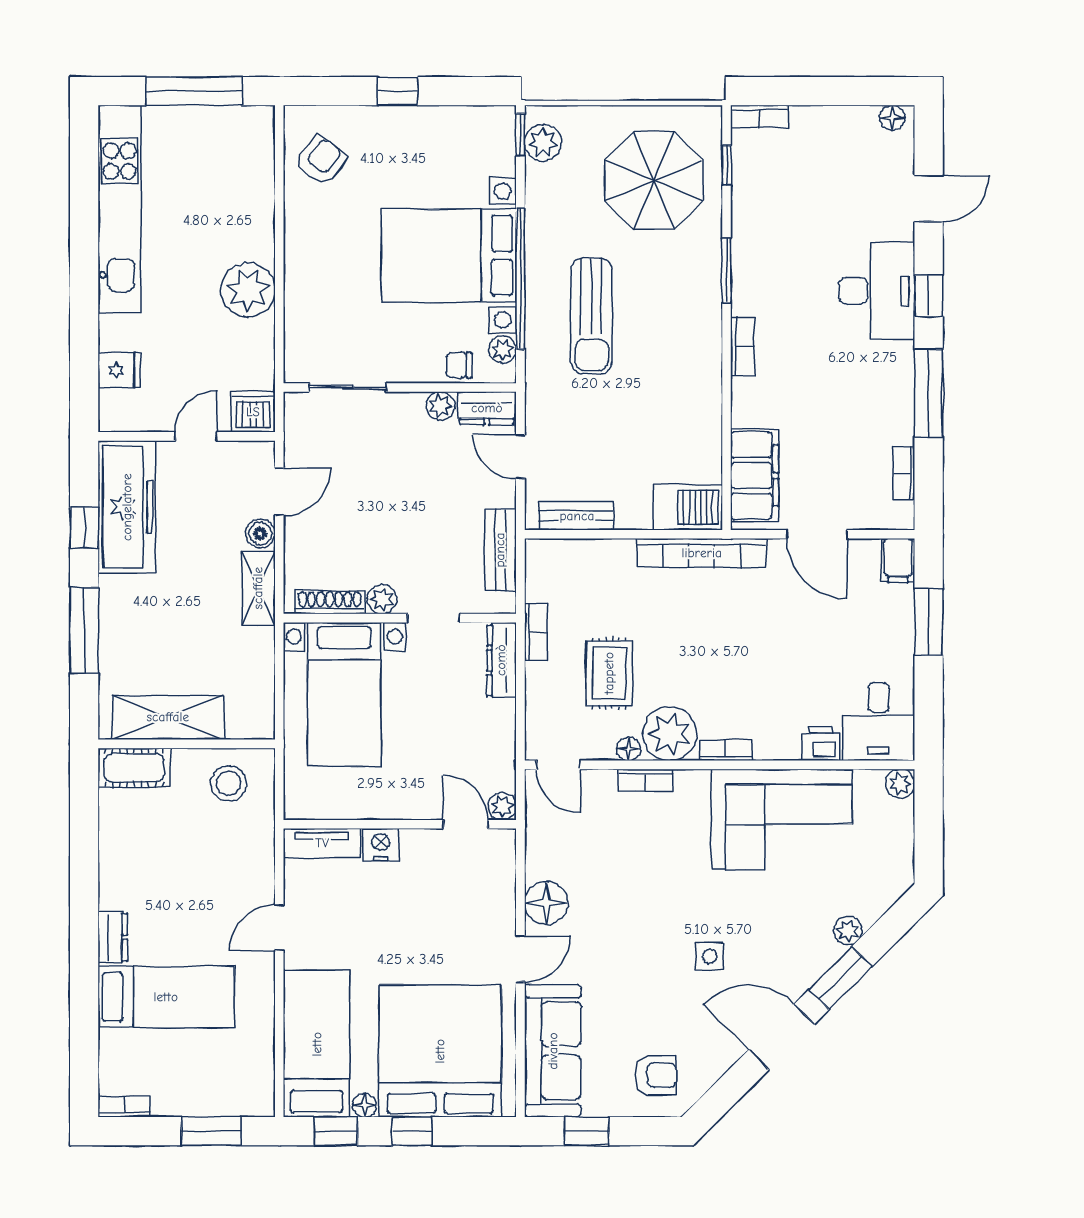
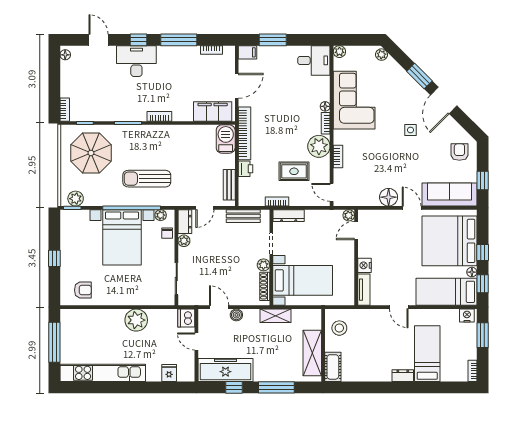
armchair: (321, 161) -> (83, 290), turned 143
sun lounger: (591, 316) -> (147, 179), turned 180
shelving: (258, 588) -> (276, 316), moved
printer: (820, 743) -> (246, 169), moved, turned 180
floor lamp: (628, 749) -> (325, 106), moved
door: (558, 765) -> (332, 192), swing flipped
plant: (848, 931) -> (382, 55), moved
nightstand: (259, 1093) -> (467, 316), added

